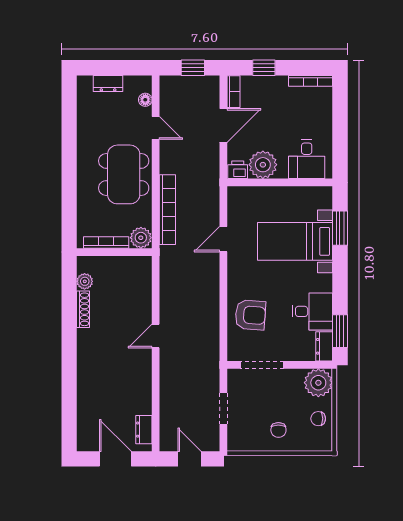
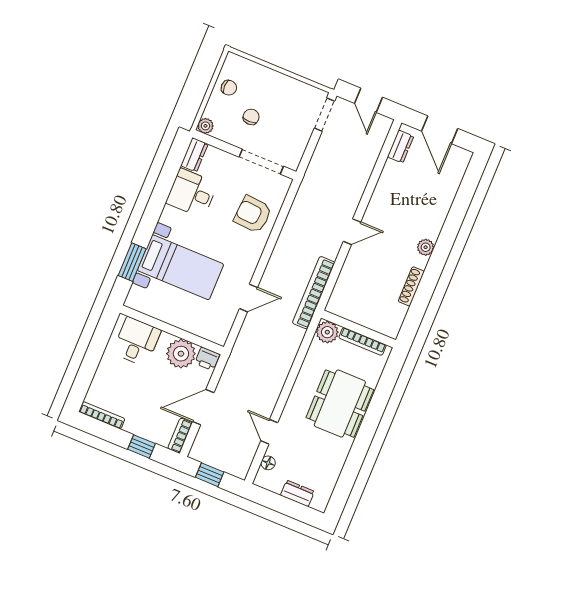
dining table: (124, 174) -> (340, 404), moved
bookcase: (167, 210) -> (314, 293), moved
plant: (85, 281) -> (426, 247), moved
window: (340, 331) -> (173, 163), removed
plant: (318, 383) -> (205, 126), width x0.53, depth x0.53
doorway: (223, 409) -> (324, 115), moved
chair: (278, 430) -> (251, 117), moved

